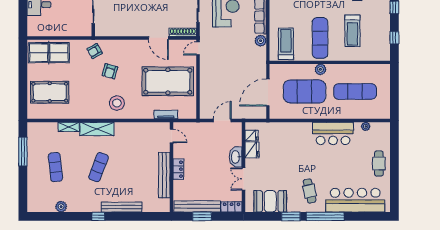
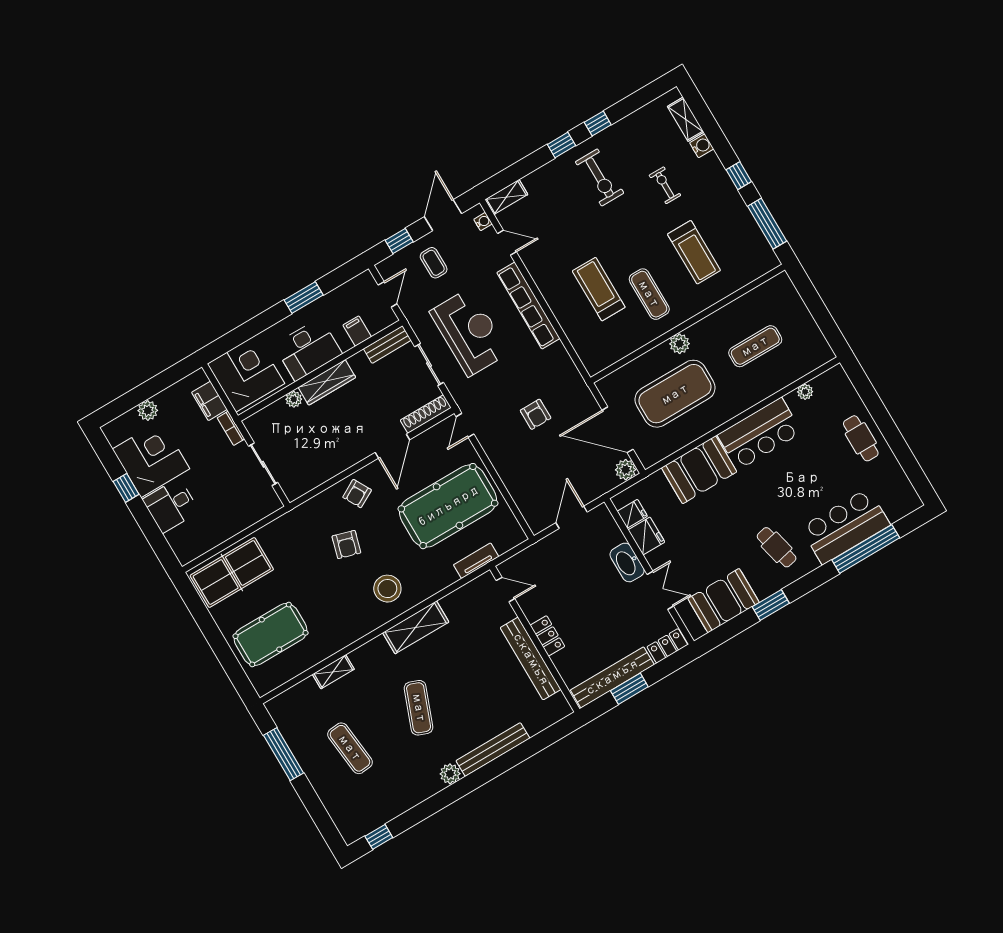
door: (158, 38) -> (392, 446), hinge flipped
exercise mat: (320, 38) -> (649, 294), width x0.73, depth x0.69
window: (394, 38) -> (767, 224), width x2.17
plant: (261, 41) -> (626, 470), moved
treadmill: (286, 44) -> (599, 289), moved
armchair: (95, 51) -> (357, 494), moved
armchair: (234, 63) -> (536, 414), added
exercise mat: (355, 91) -> (755, 346), width x0.73, depth x0.69
door: (268, 92) -> (618, 430), hinge flipped
shelving: (97, 129) -> (416, 627), moved
booth: (295, 134) -> (699, 470), added
double door: (244, 179) -> (660, 590), swing flipped
bar counter: (355, 200) -> (845, 526), width x0.73
plant: (61, 207) -> (450, 774), moved
window: (98, 216) -> (379, 837), moved
window: (325, 216) -> (866, 549), moved

